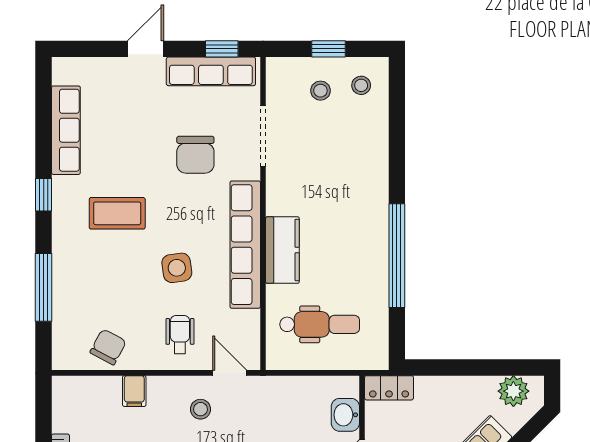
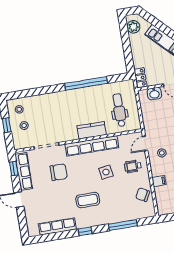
coffee table: (117, 213) -> (88, 200), turned 90

